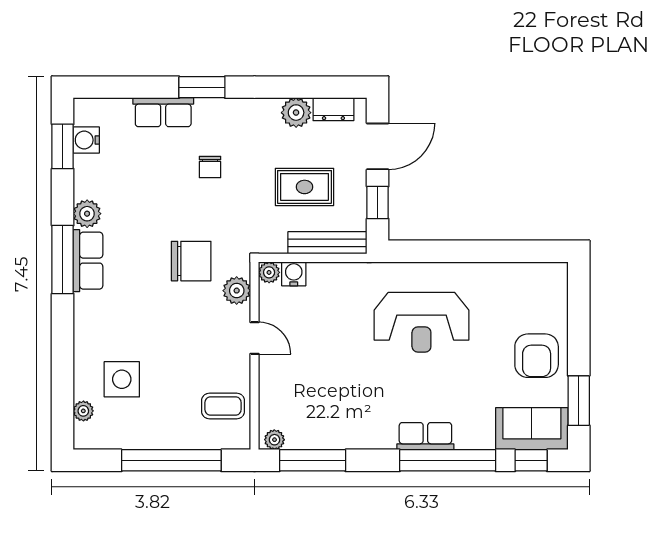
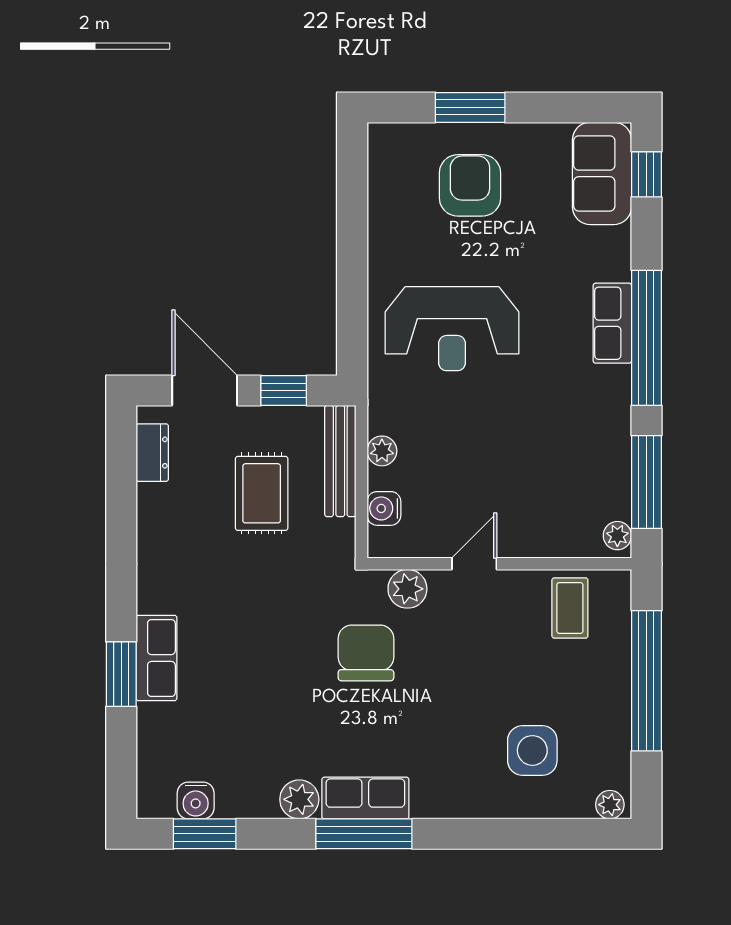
window: (202, 87) -> (121, 674), moved
row of seats: (163, 112) -> (156, 658), moved
plant: (296, 113) -> (157, 505), removed
chair: (210, 167) -> (234, 626), removed
plant: (269, 272) -> (382, 451), moved
reception desk: (421, 322) -> (452, 329), turned 90
armchair: (537, 356) -> (470, 185), moved, turned -90
window: (579, 401) -> (470, 107), moved
plant: (83, 411) -> (610, 805), moved
window: (448, 460) -> (646, 338), moved

